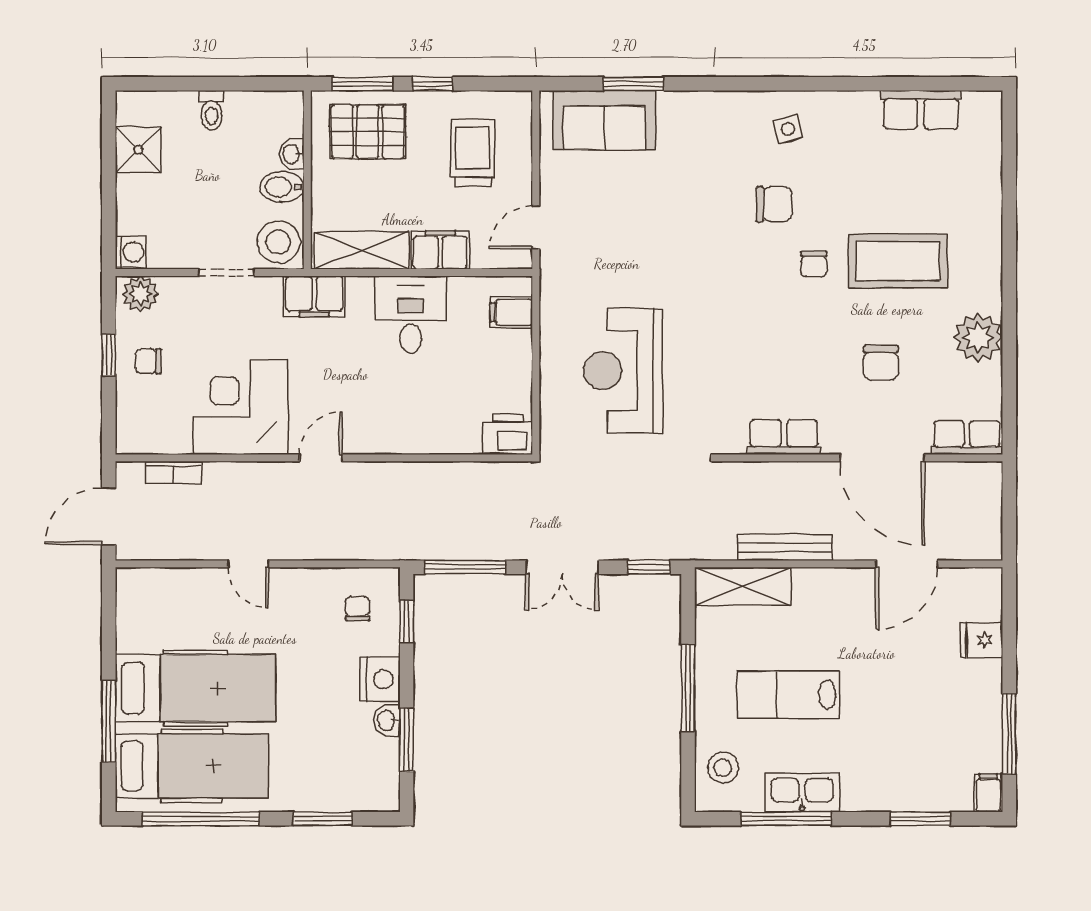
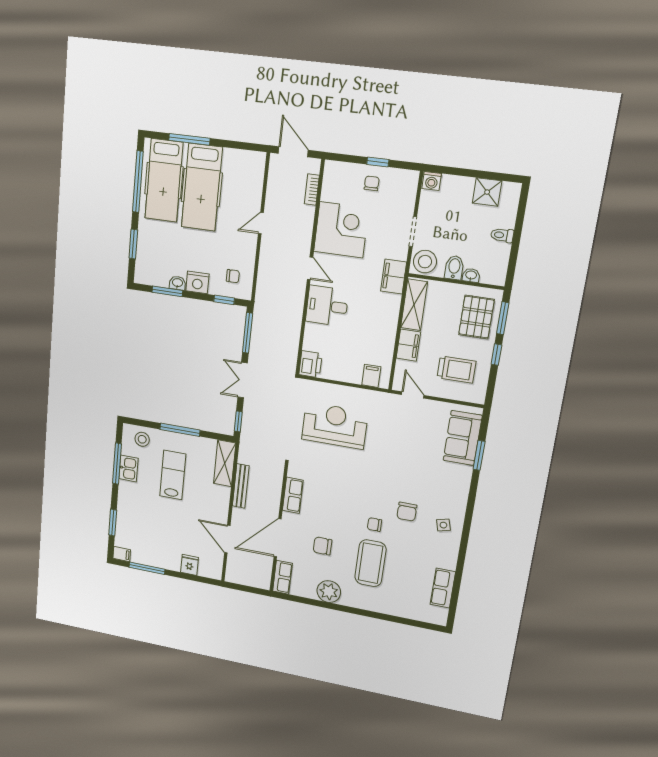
plant: (140, 294) -> (408, 183), removed
desk: (411, 315) -> (327, 306), moved, turned 180
kitchen sink: (802, 793) -> (128, 468), width x0.73

